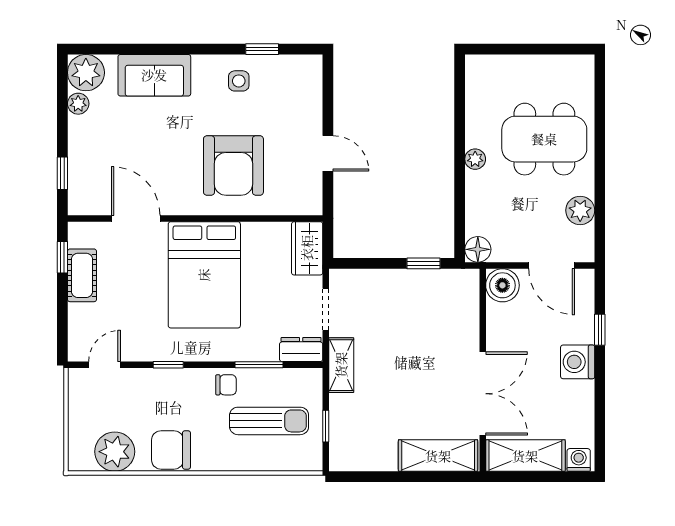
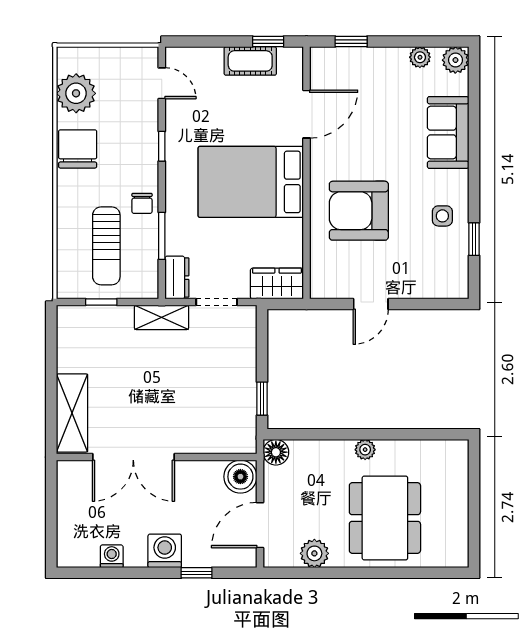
plant: (86, 73) -> (455, 60), width x0.73, depth x0.73
shelving: (525, 456) -> (72, 499), removed
washing machine: (579, 460) -> (112, 556), moved, turned -90

